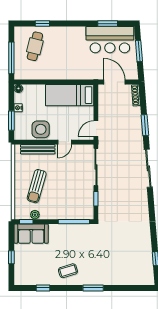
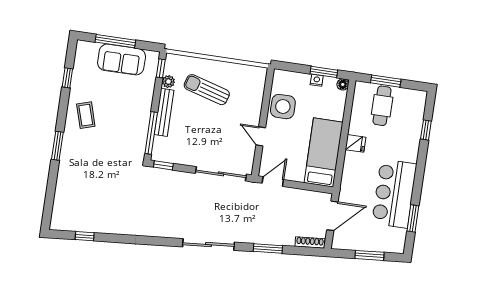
bar counter: (110, 40) -> (394, 194), moved
cafe table: (35, 46) -> (382, 106), moved, turned 76
window: (11, 58) -> (386, 81), width x0.69
fridge: (60, 73) -> (356, 143), added
window: (11, 121) -> (324, 72), moved
door: (96, 129) -> (273, 181), hinge flipped
bench: (38, 149) -> (164, 112), moved
window: (96, 199) -> (163, 165), moved
sofa: (31, 234) -> (122, 60), moved, turned -90
window: (11, 257) -> (115, 41), width x2.17

